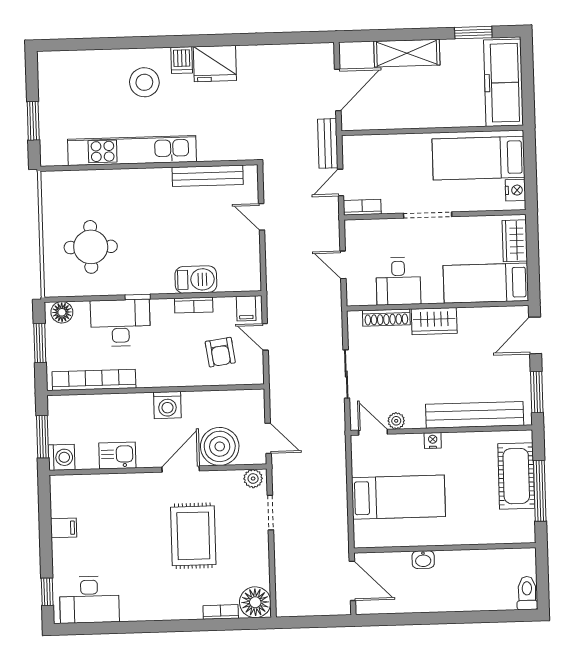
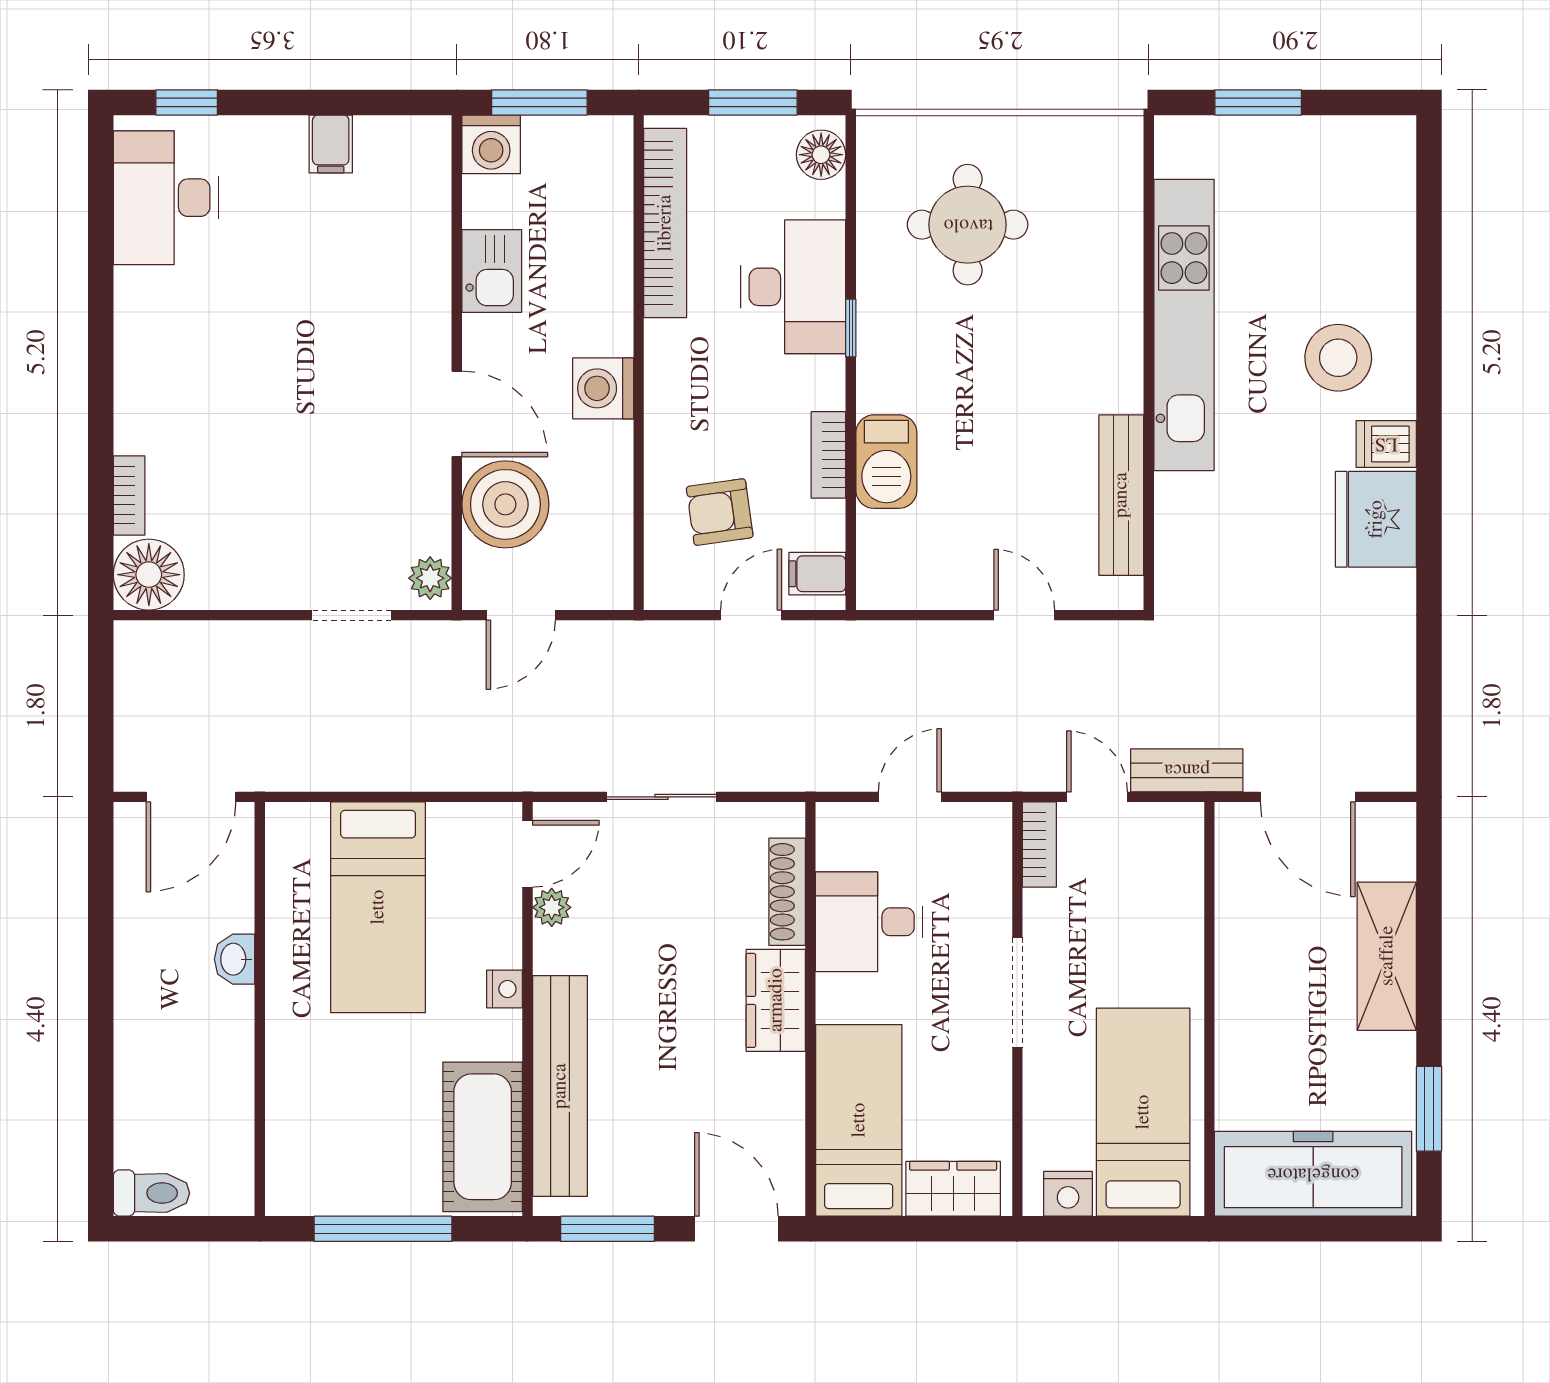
door: (262, 217) -> (1024, 615), hinge flipped
cot: (516, 476) -> (483, 1137), moved, turned 90
rug: (193, 536) -> (304, 438), removed

